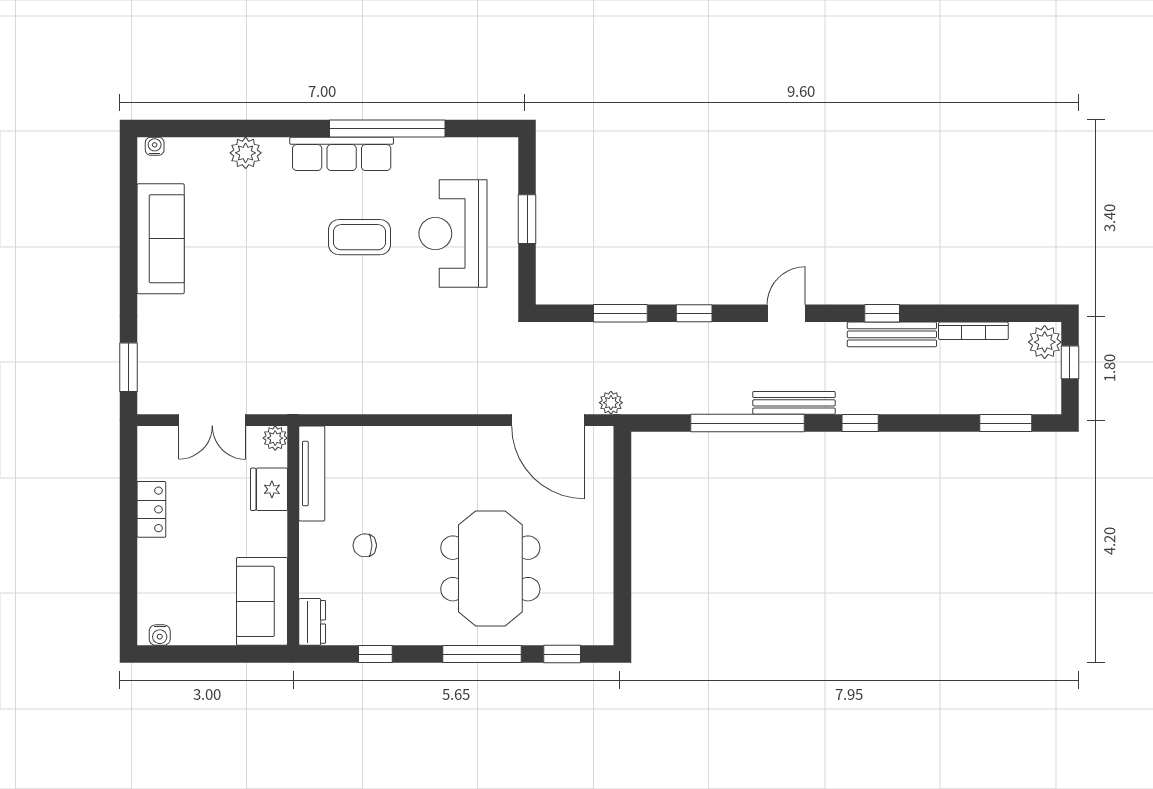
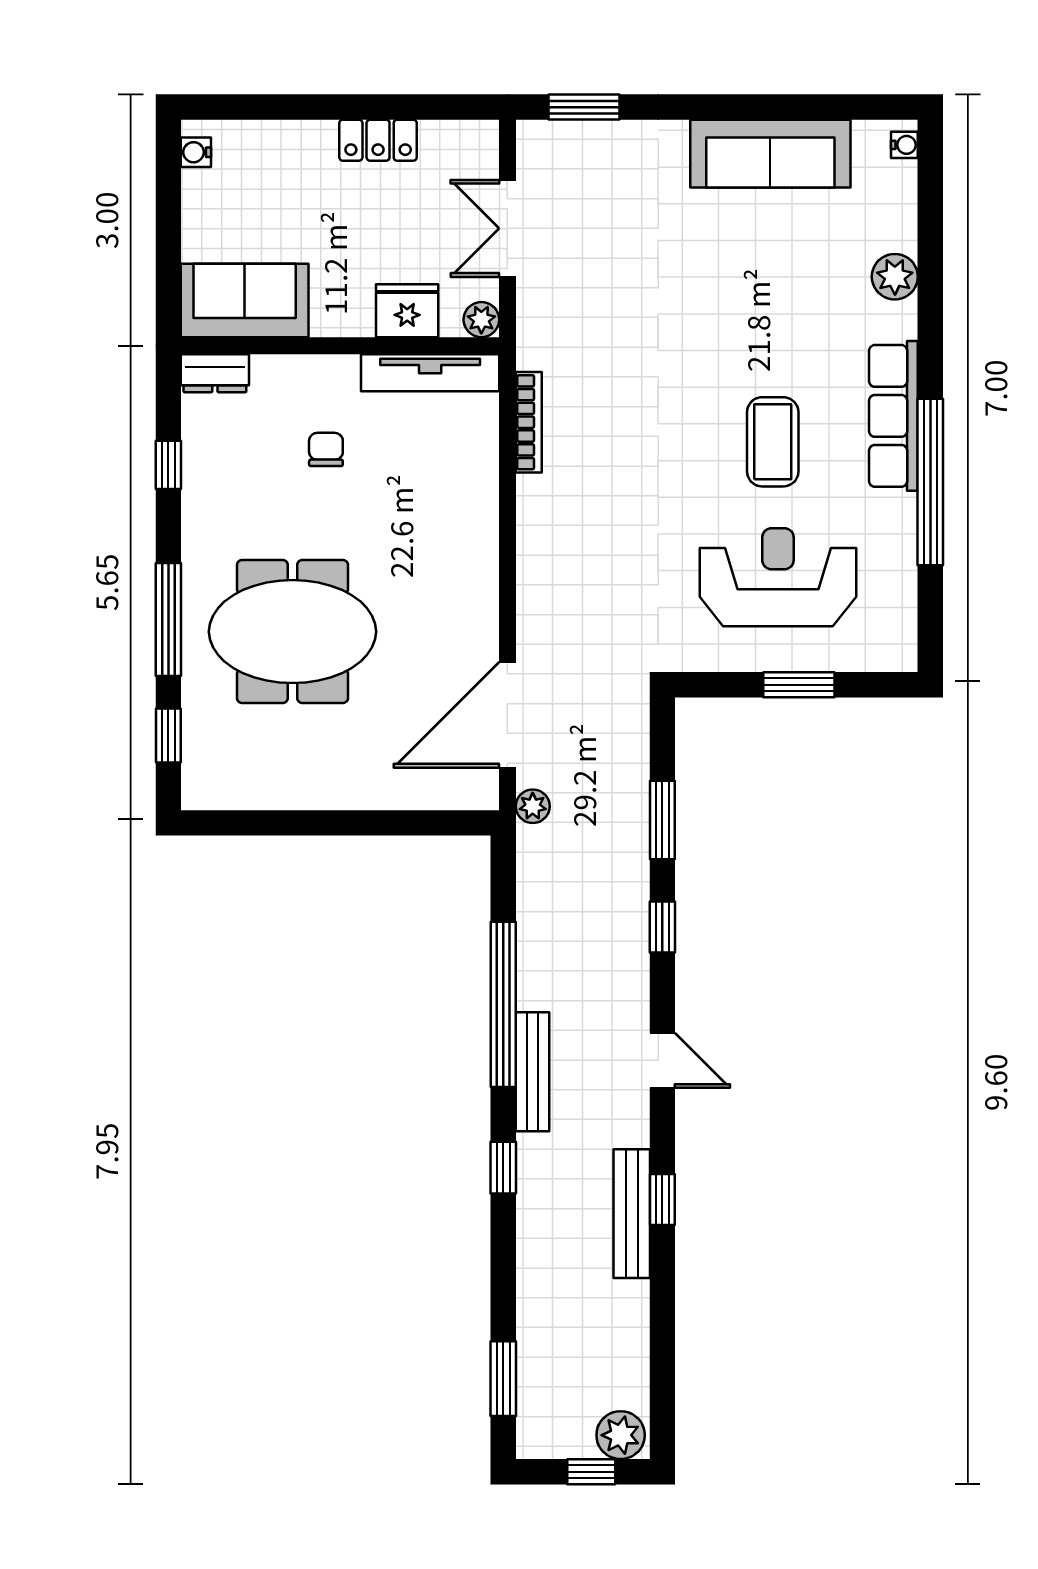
bookcase: (973, 331) -> (529, 422), moved, turned 180

